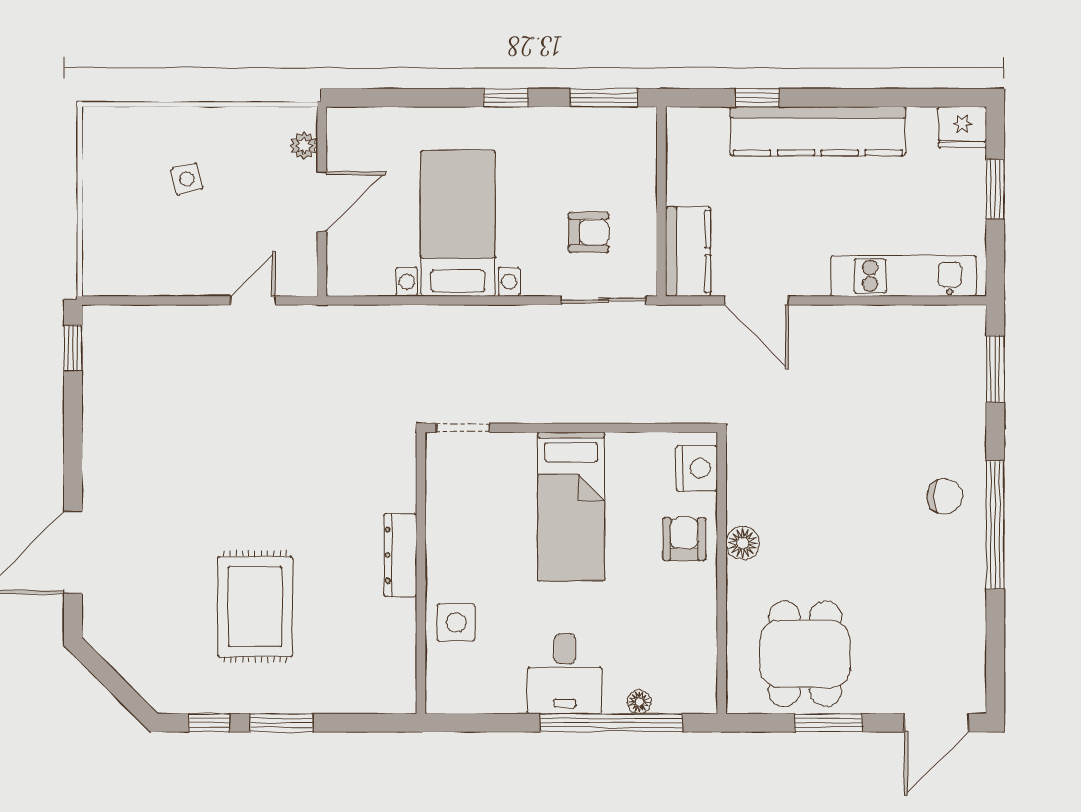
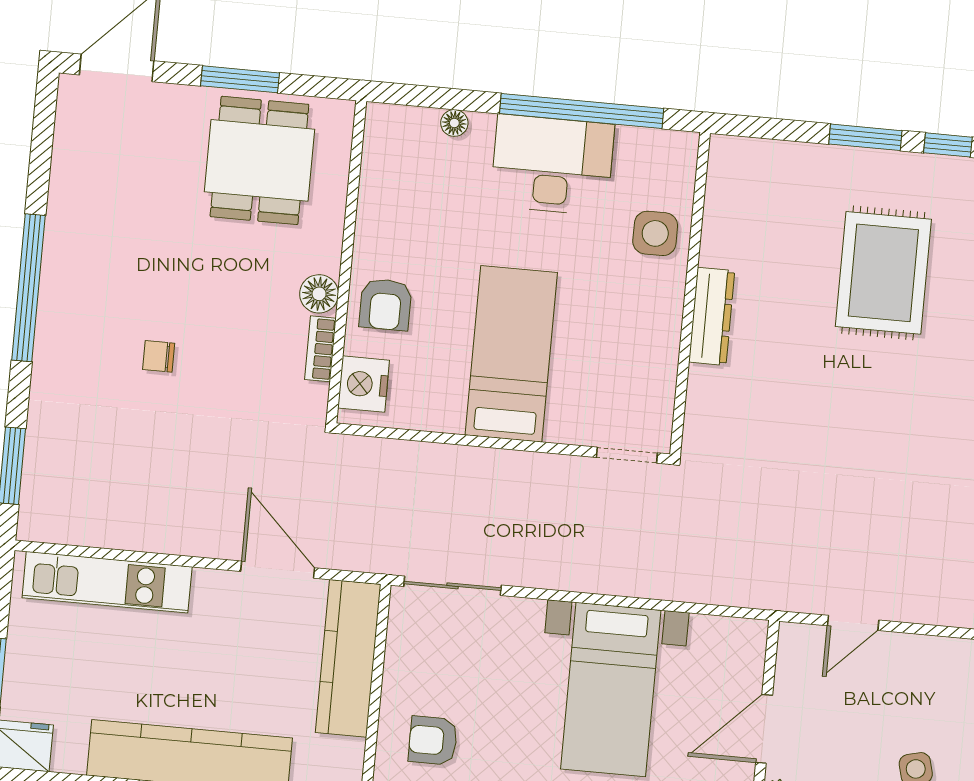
armchair: (589, 232) -> (433, 741), moved
kitchen counter: (688, 252) -> (348, 658), width x1.50
bookcase: (737, 495) -> (320, 349), added
chair: (945, 496) -> (159, 356), moved, width x0.73, depth x0.73
desk: (565, 674) -> (552, 165), width x1.37
window: (611, 723) -> (582, 111), moved

